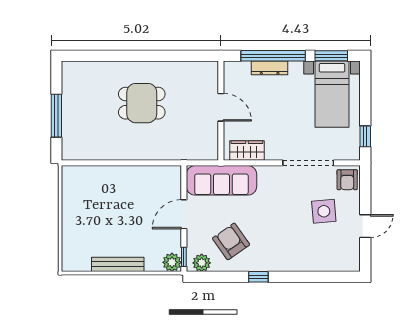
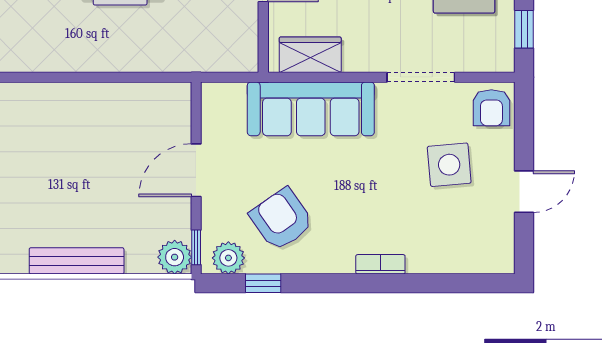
doorway: (308, 163) -> (421, 77), width x0.73
sofa: (221, 180) -> (311, 109), moved
bookcase: (286, 266) -> (380, 264), added
window: (258, 277) -> (263, 283), moved

